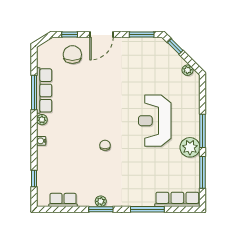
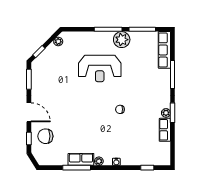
row of seats: (44, 90) -> (81, 159), width x0.68
row of seats: (63, 200) -> (165, 130), moved

